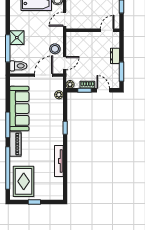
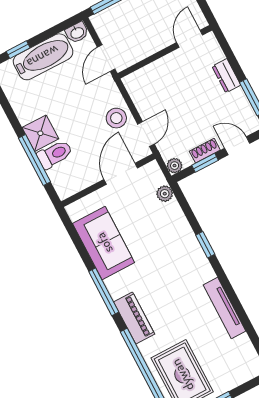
toilet: (18, 66) -> (55, 154), moved
sofa: (19, 109) -> (104, 243), width x0.73

